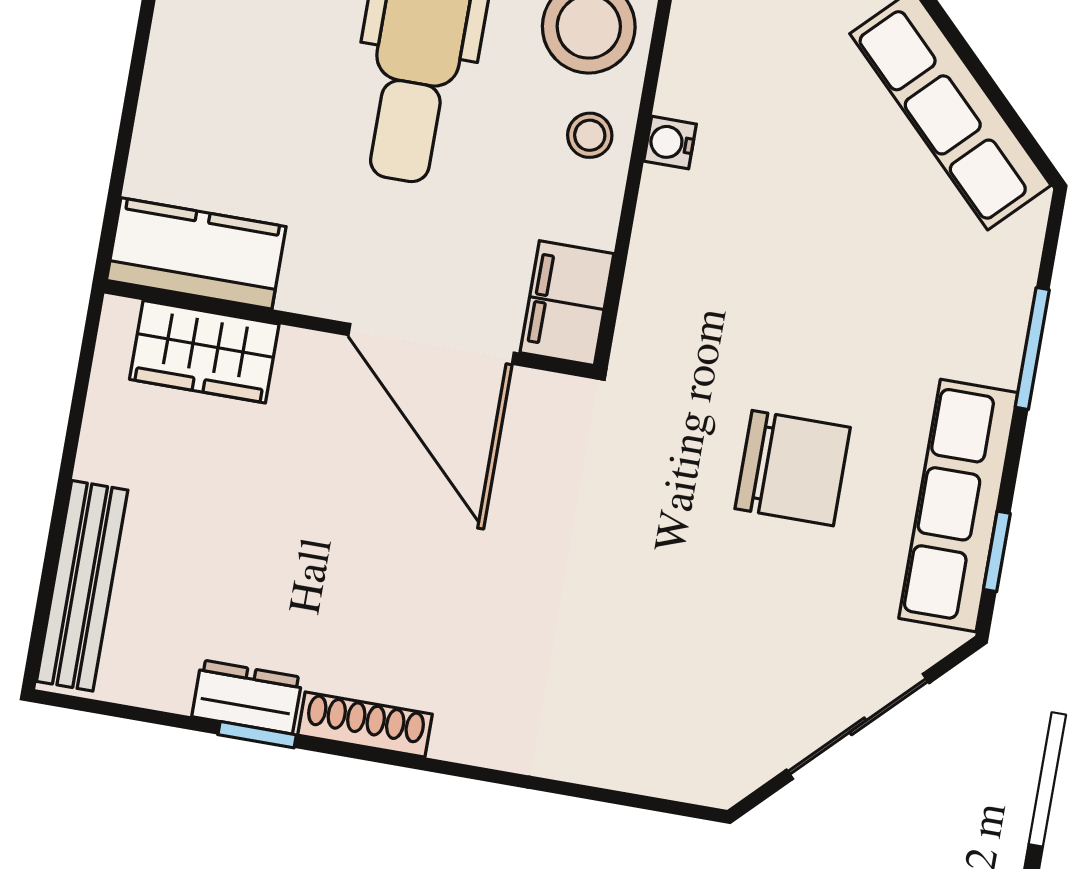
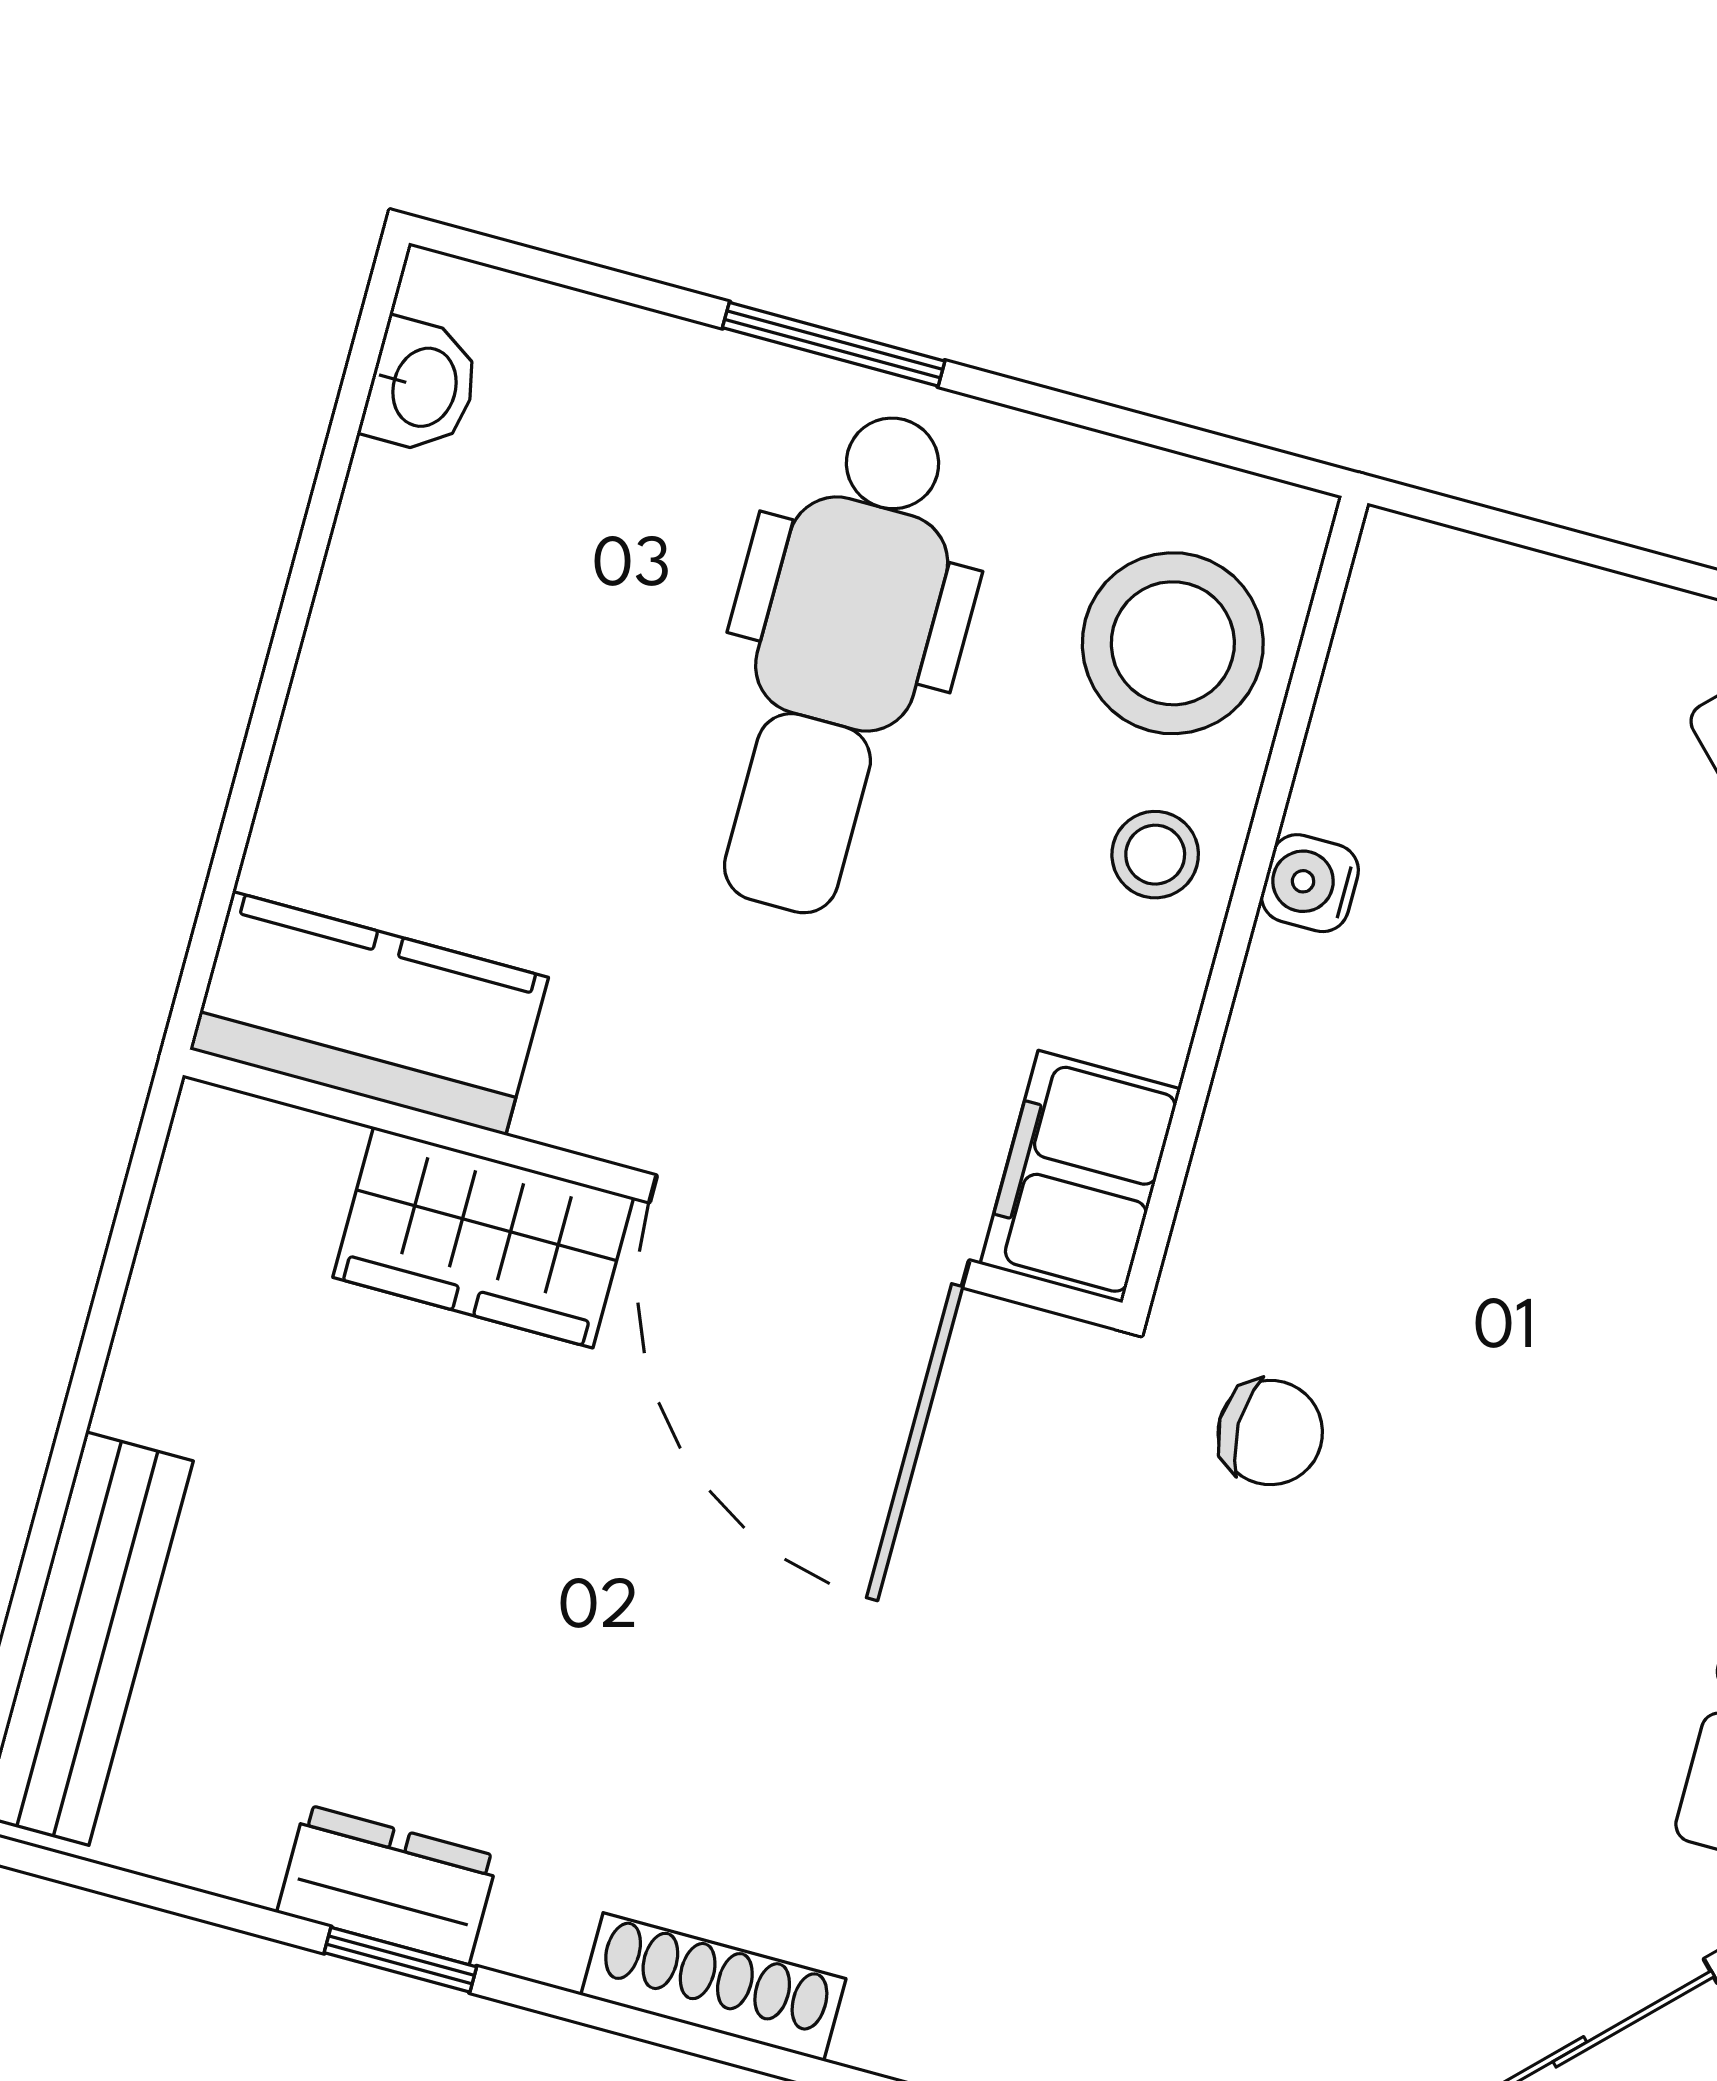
wardrobe: (204, 352) -> (483, 1237), moved
chair: (793, 468) -> (1270, 1432), moved, width x0.54, depth x0.54
shoe rack: (365, 725) -> (713, 1987), moved

